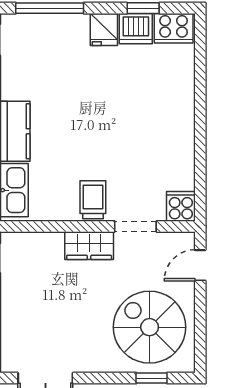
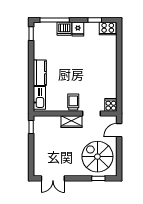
dishwasher: (136, 29) -> (64, 29), moved

